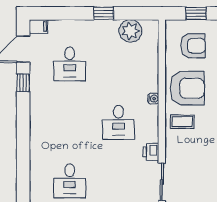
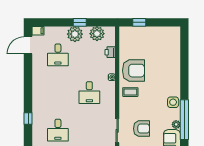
plant: (96, 32) -> (75, 34), added
armchair: (193, 46) -> (141, 129), moved
window: (23, 83) -> (28, 118), moved
printer: (151, 152) -> (110, 52), moved

